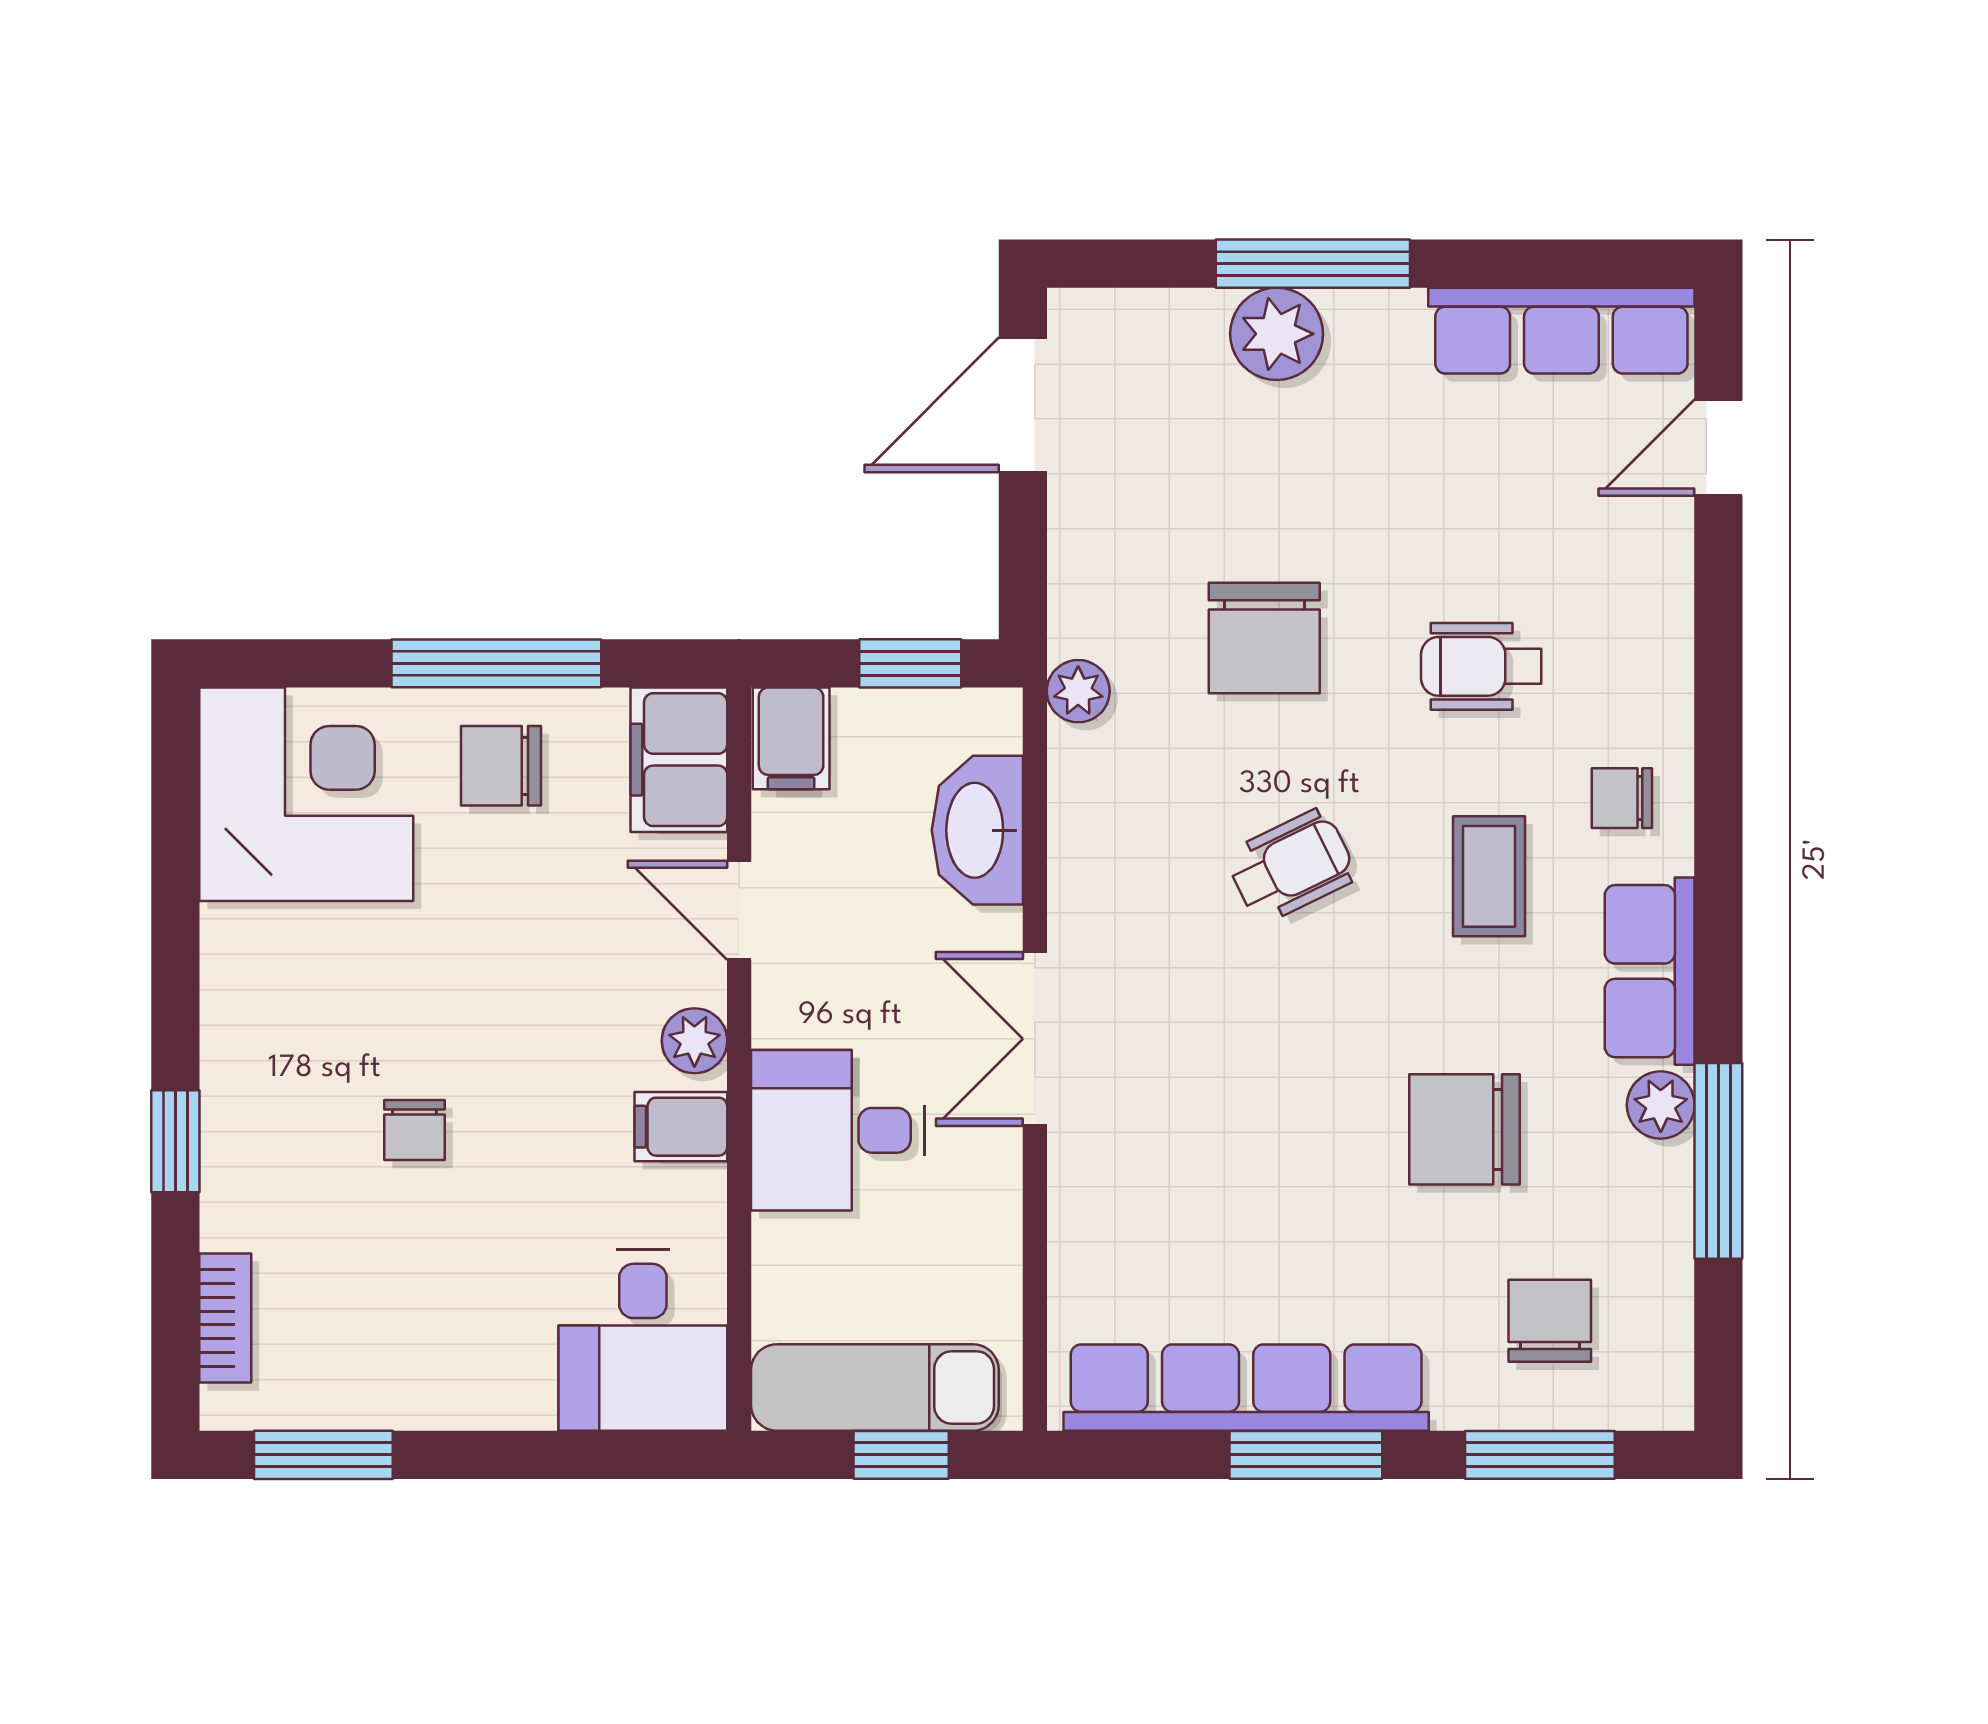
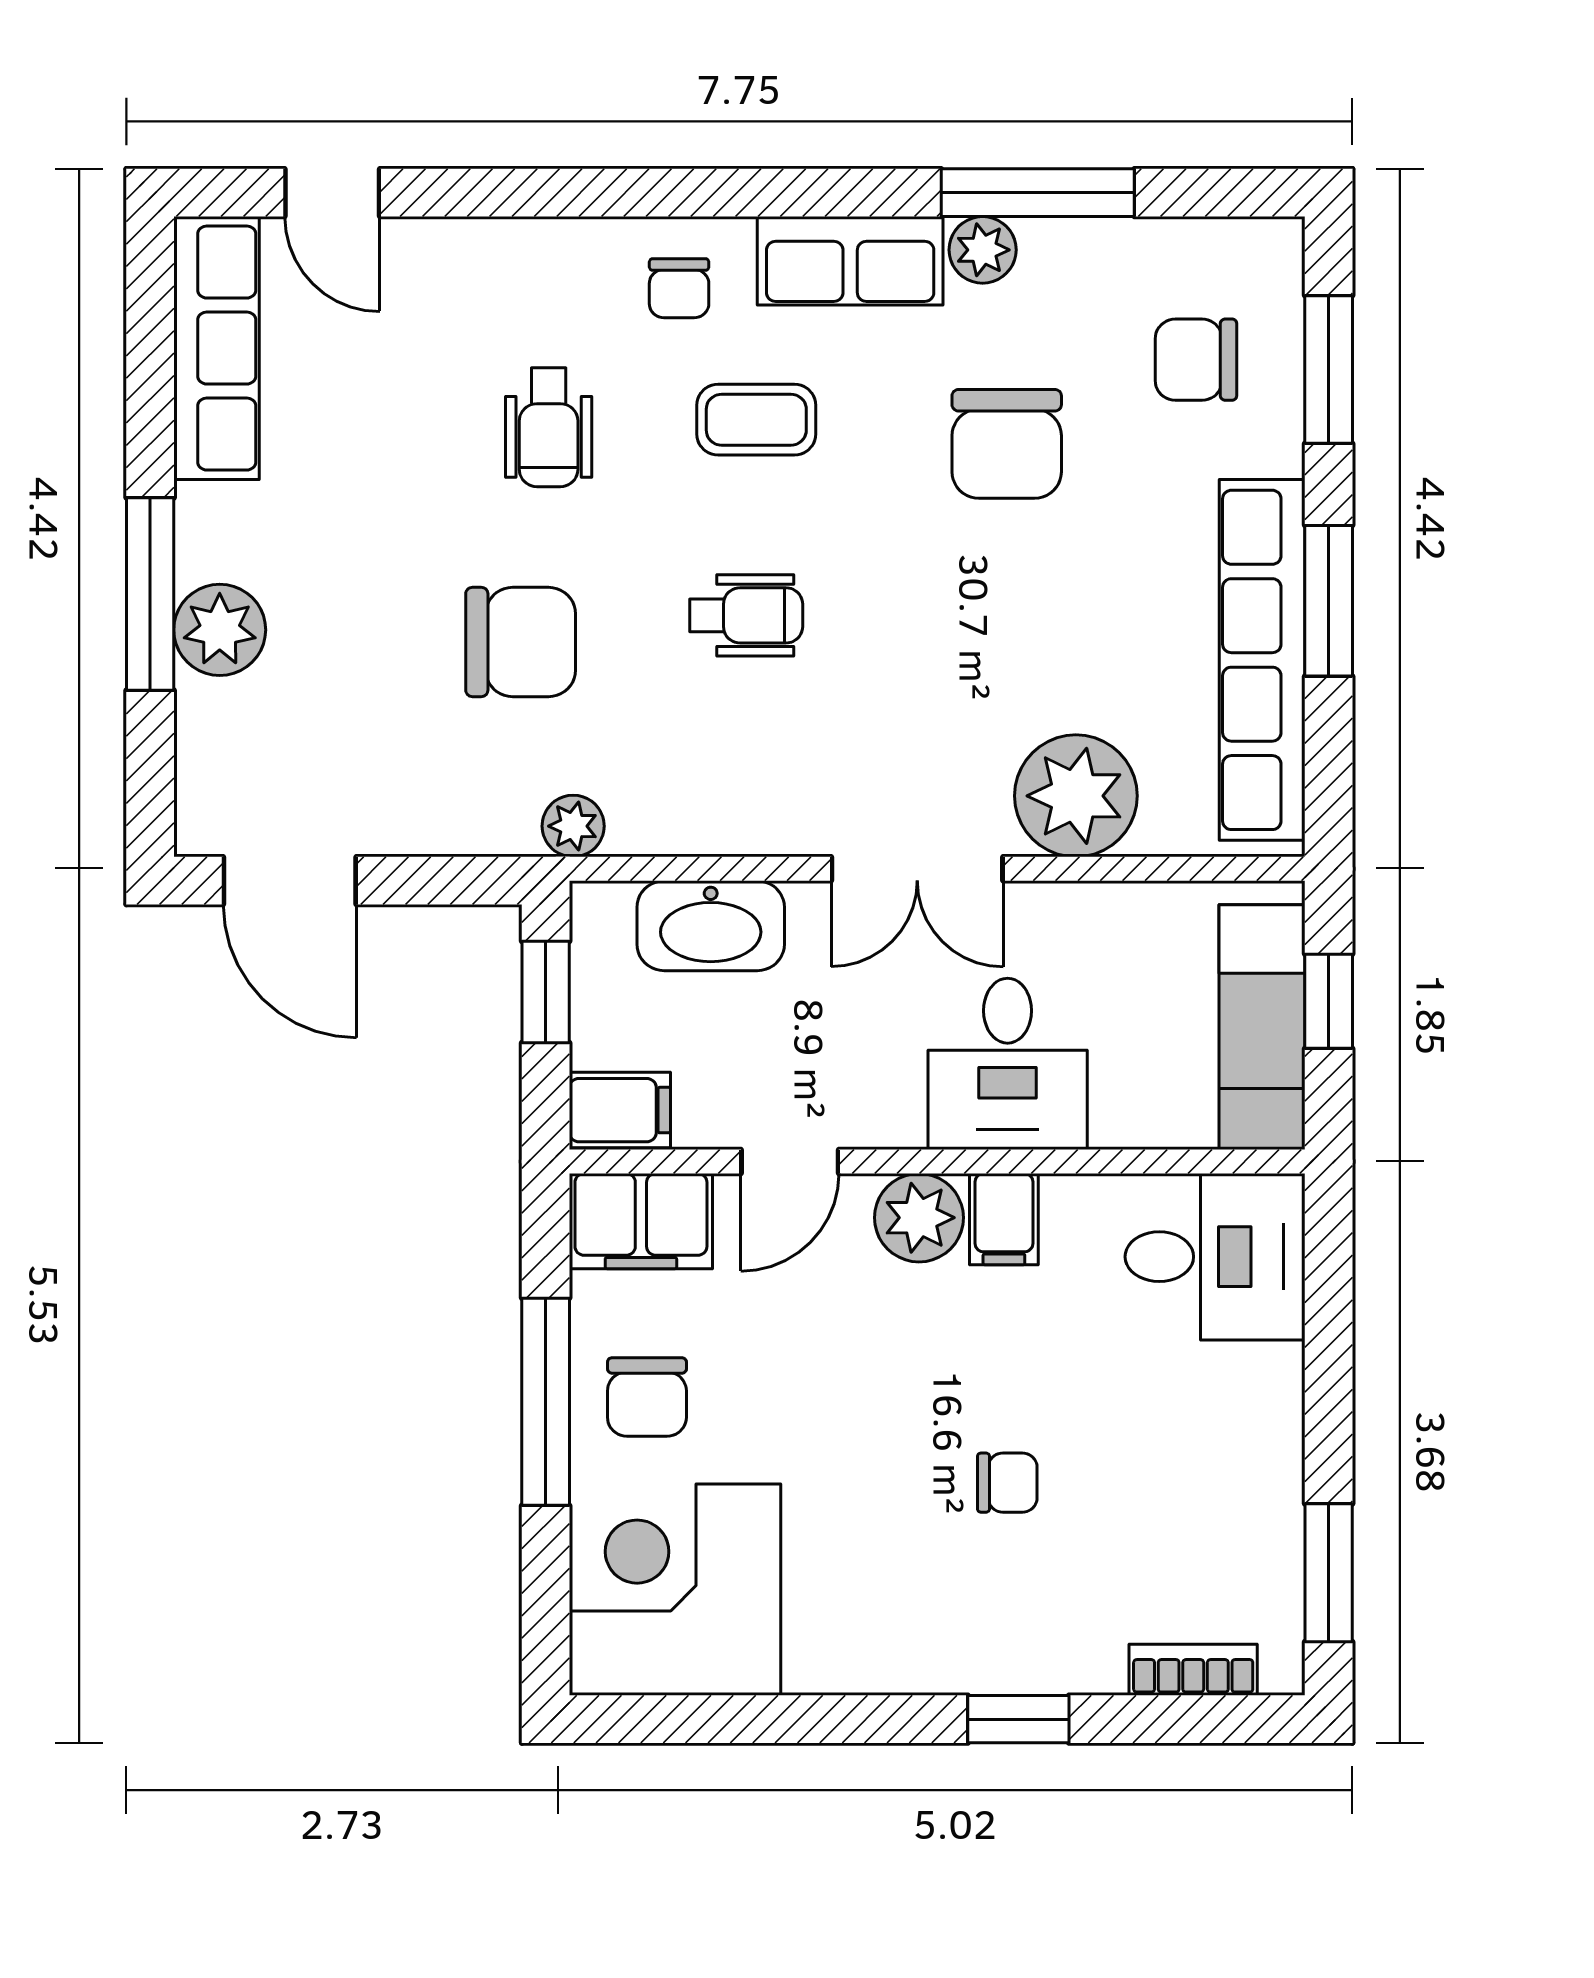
wheelchair: (1291, 866) -> (746, 615), turned 116
plant: (694, 1041) -> (919, 1218), width x1.38, depth x1.38
plant: (1109, 1199) -> (1076, 796), added

